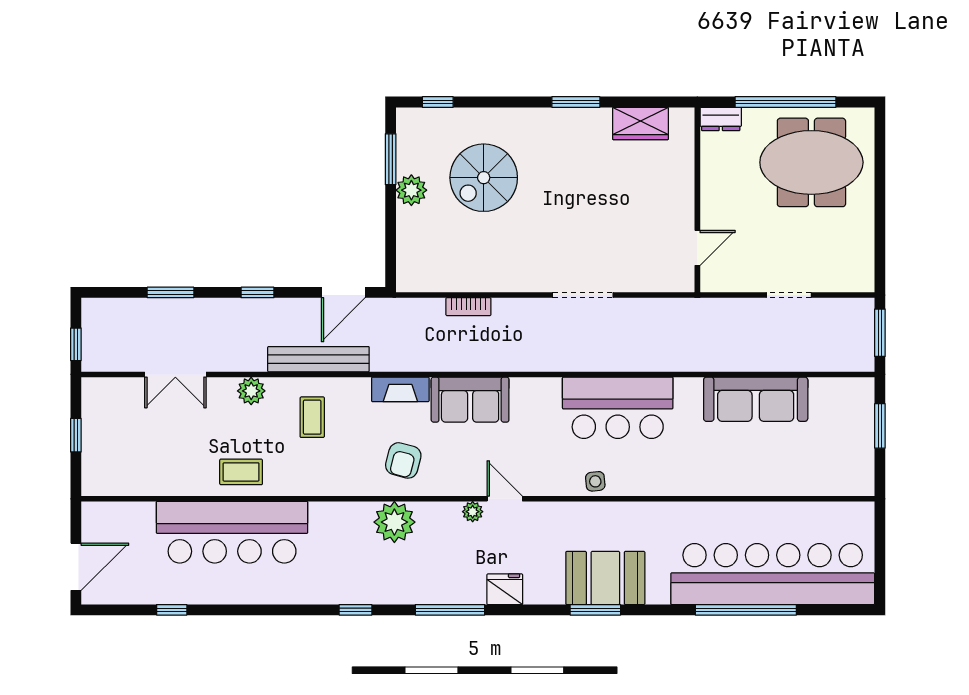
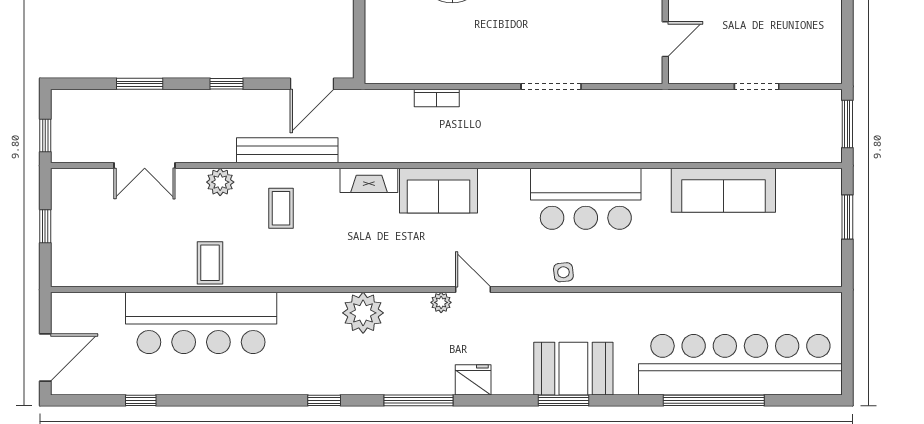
armchair: (403, 460) -> (372, 251), removed
coffee table: (241, 472) -> (210, 263), turned 90

